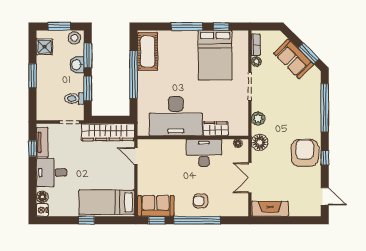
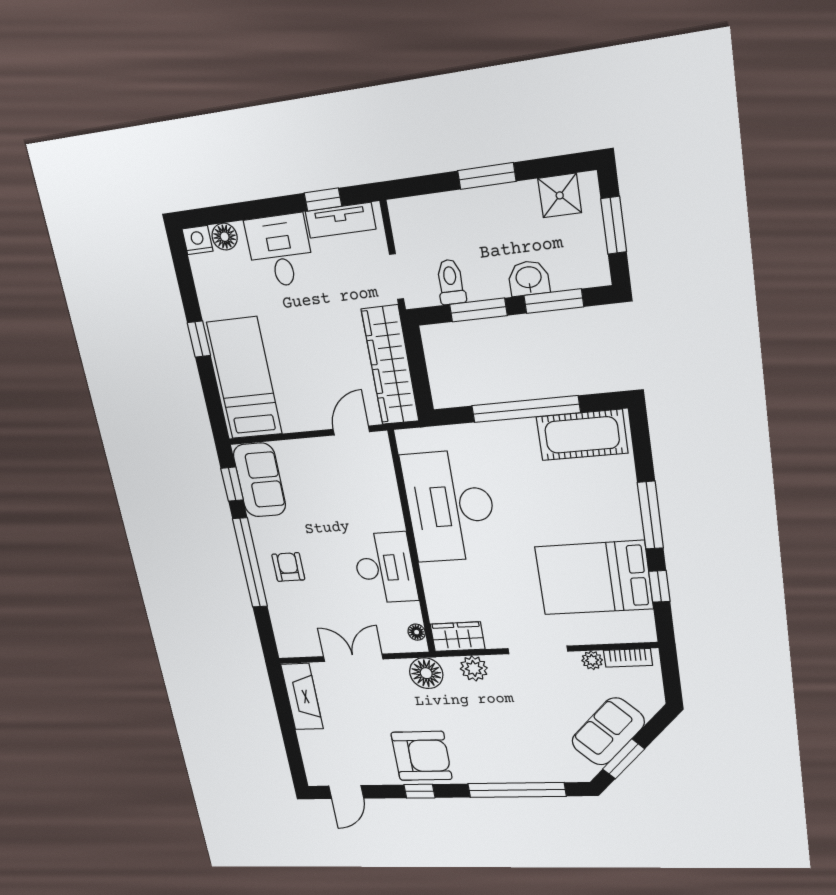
stool: (74, 38) -> (591, 265), removed
wardrobe: (215, 129) -> (458, 637), moved, turned -90

